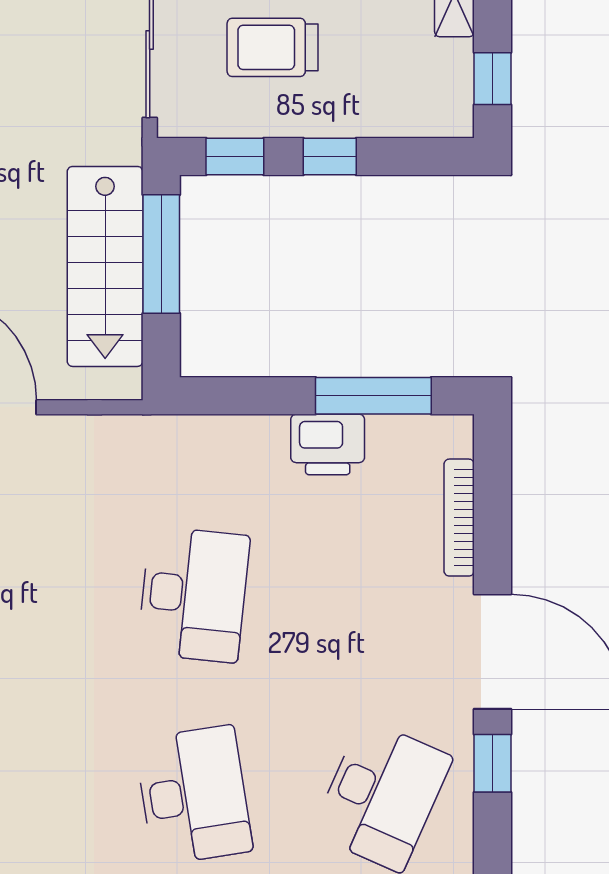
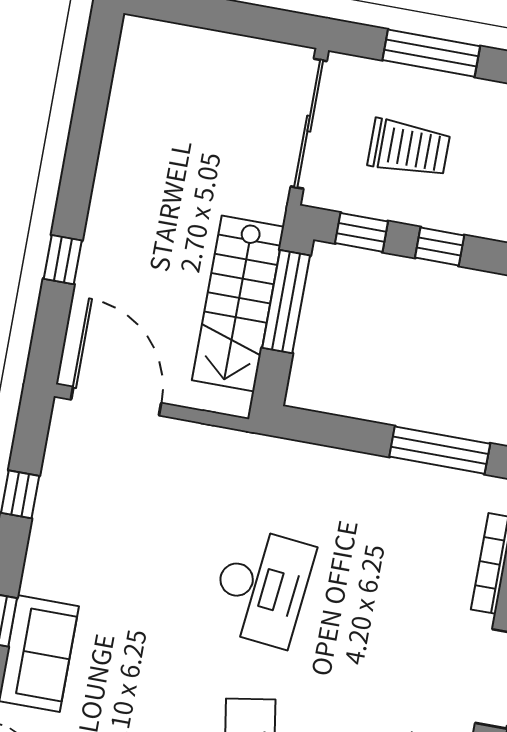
trolley: (273, 47) -> (409, 148), turned 180
printer: (328, 445) -> (395, 484), removed

